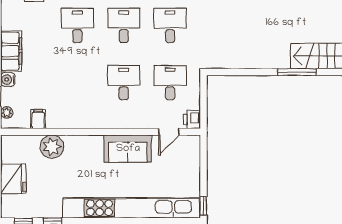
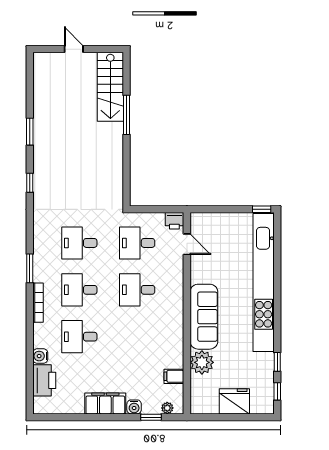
sofa: (128, 149) -> (204, 317), moved, width x1.36

